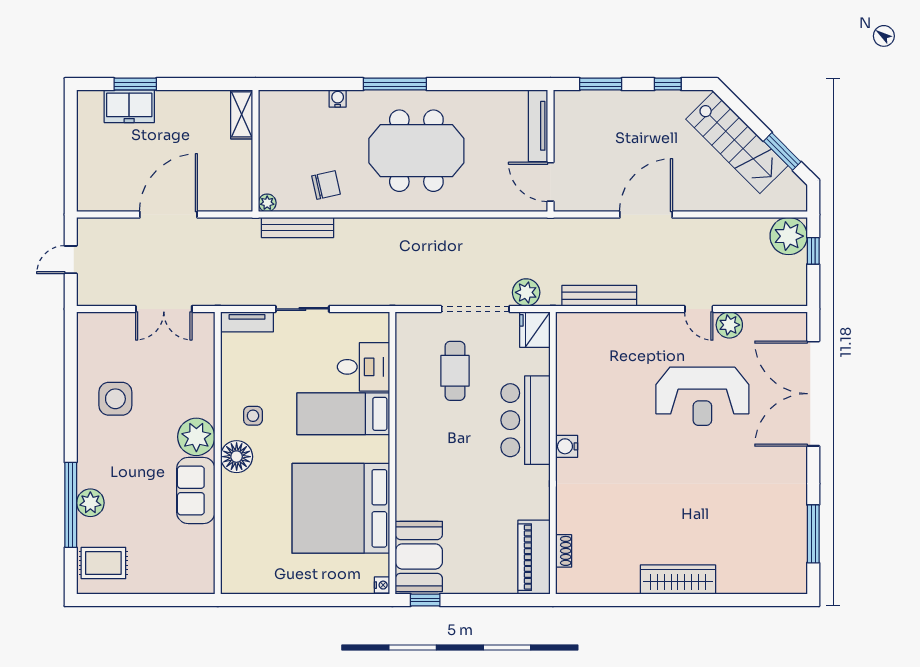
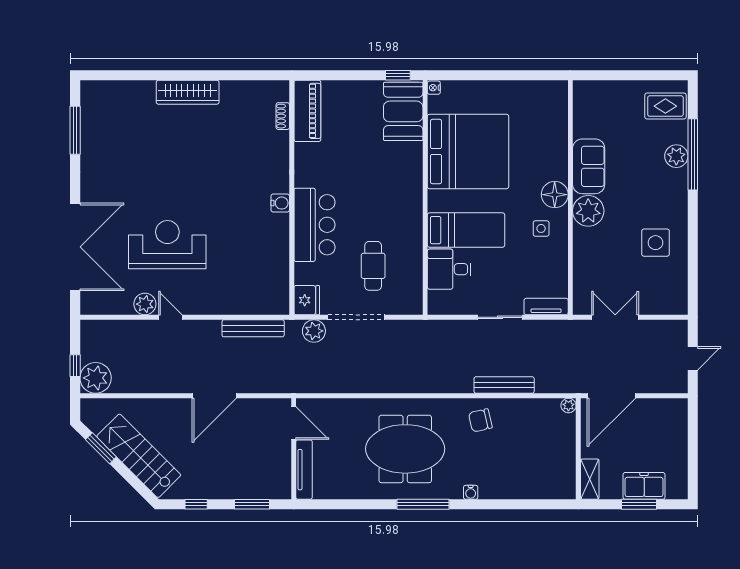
shelving: (242, 114) -> (590, 479), moved
wall: (255, 151) -> (578, 449), moved
plant: (267, 203) -> (568, 406), moved

